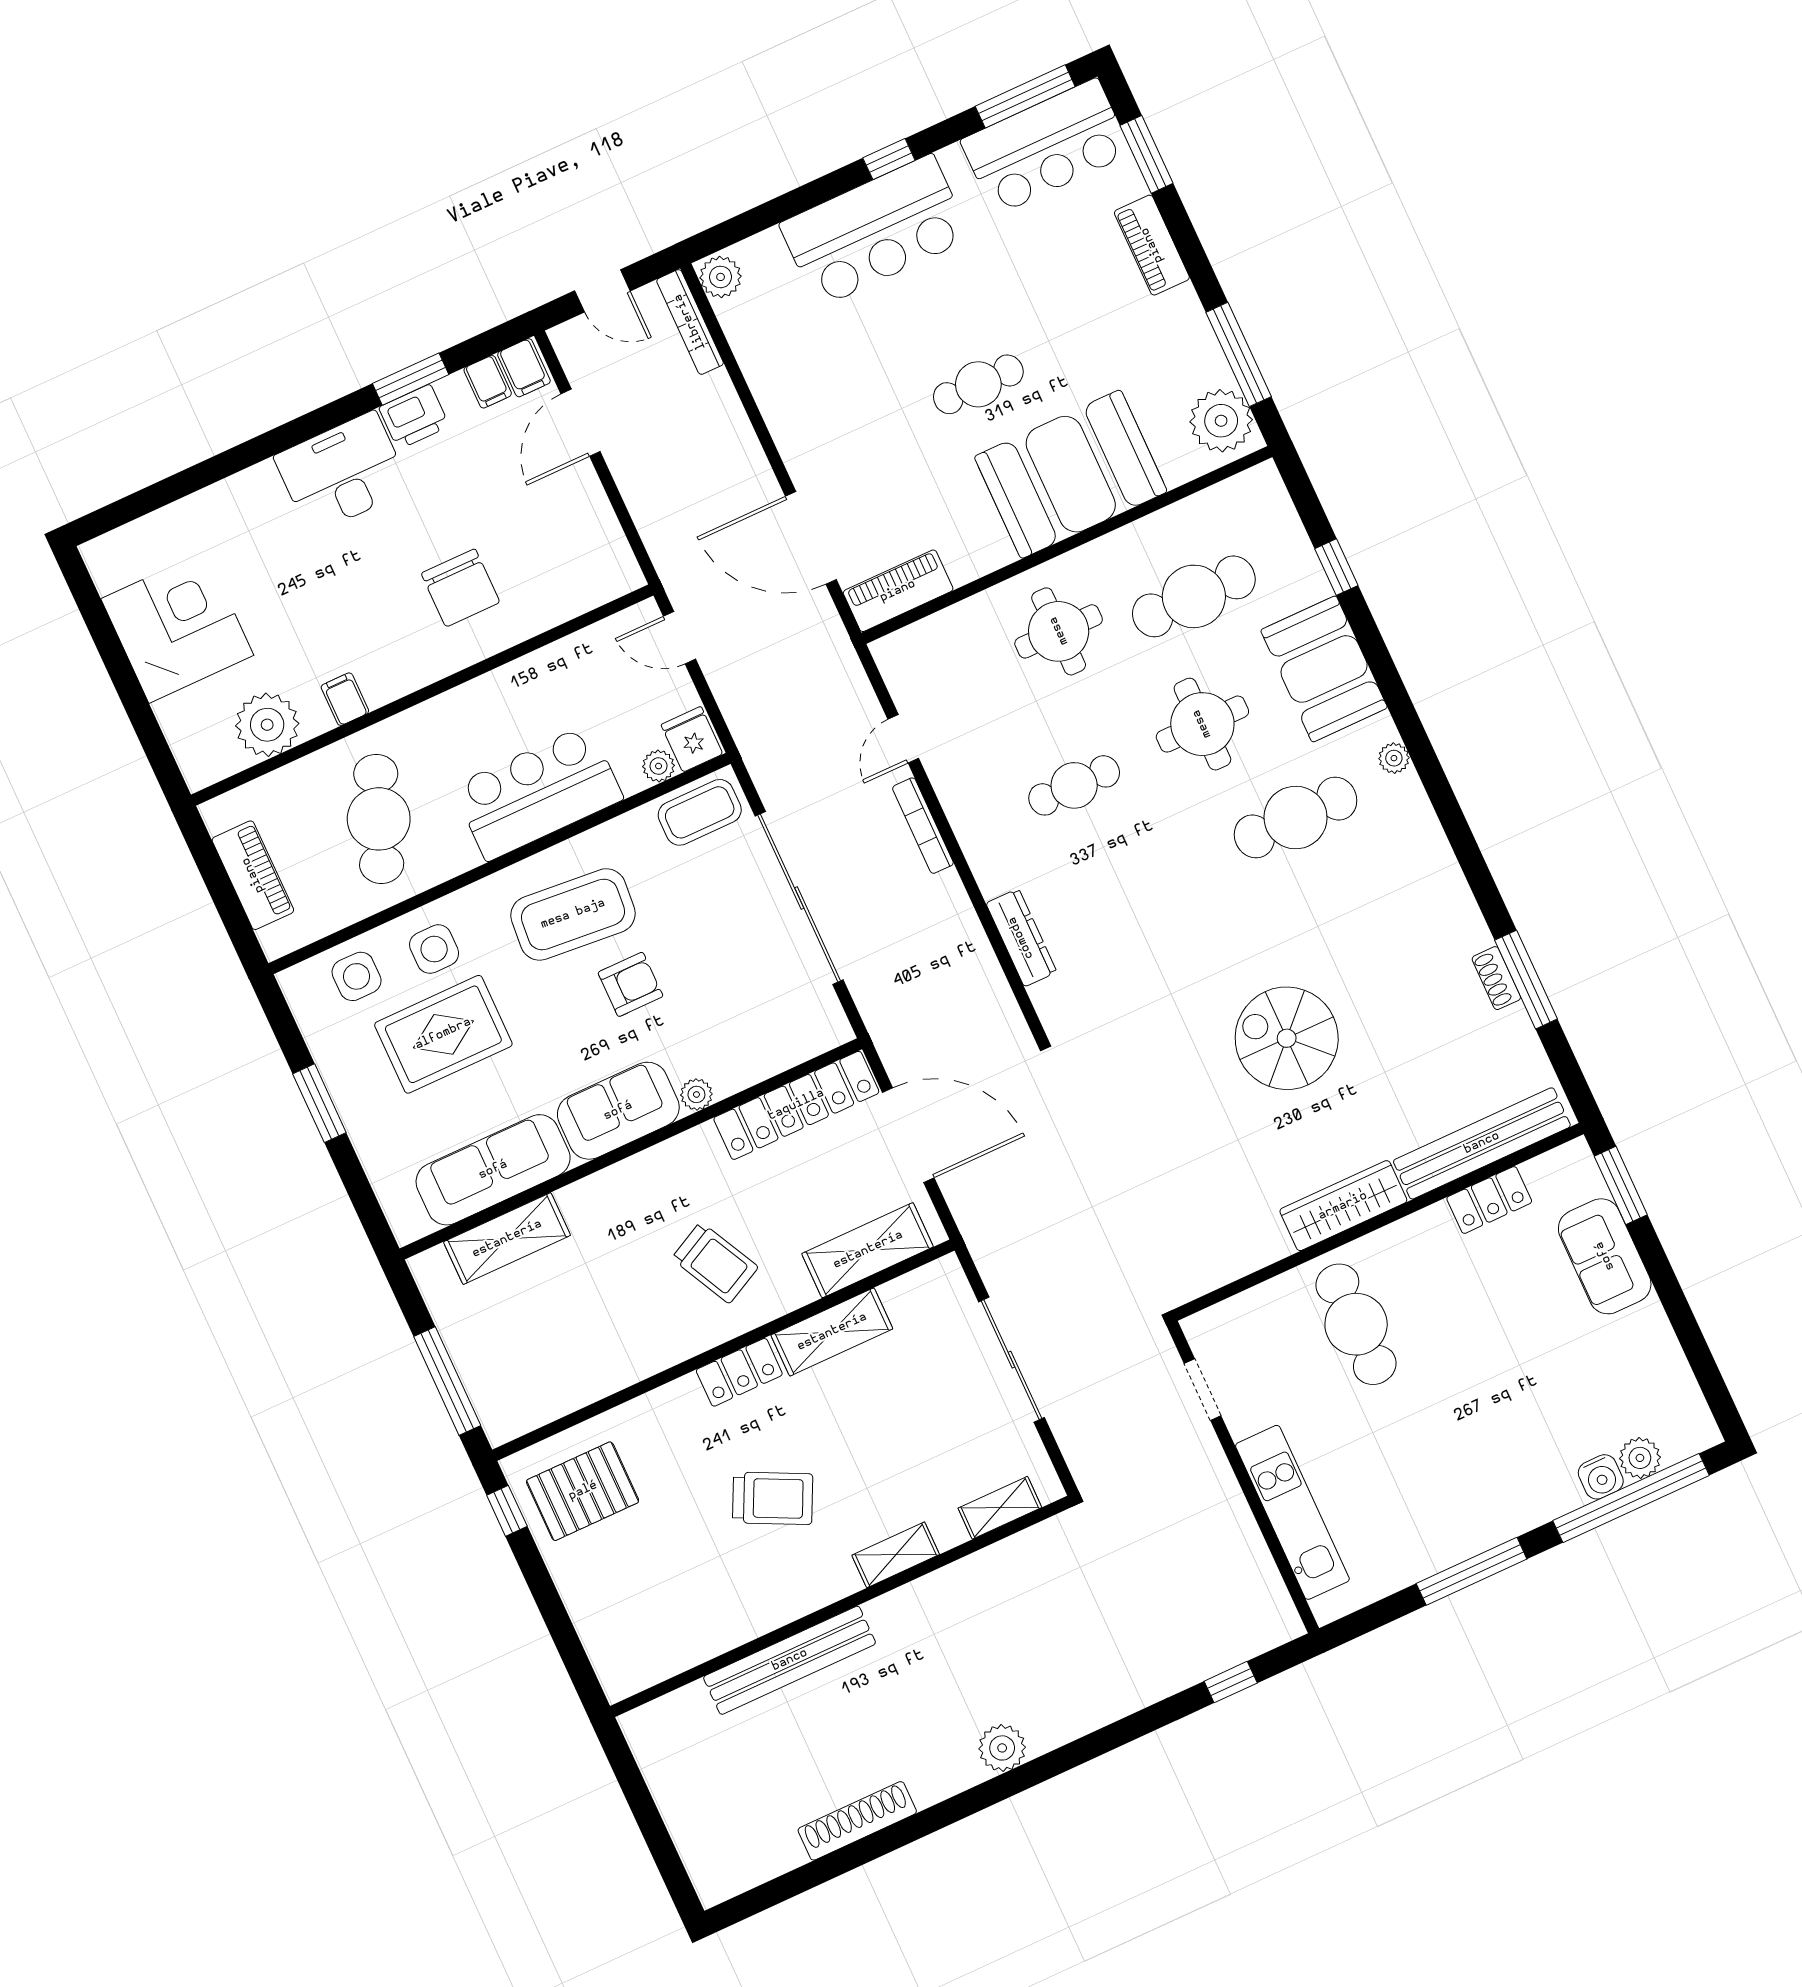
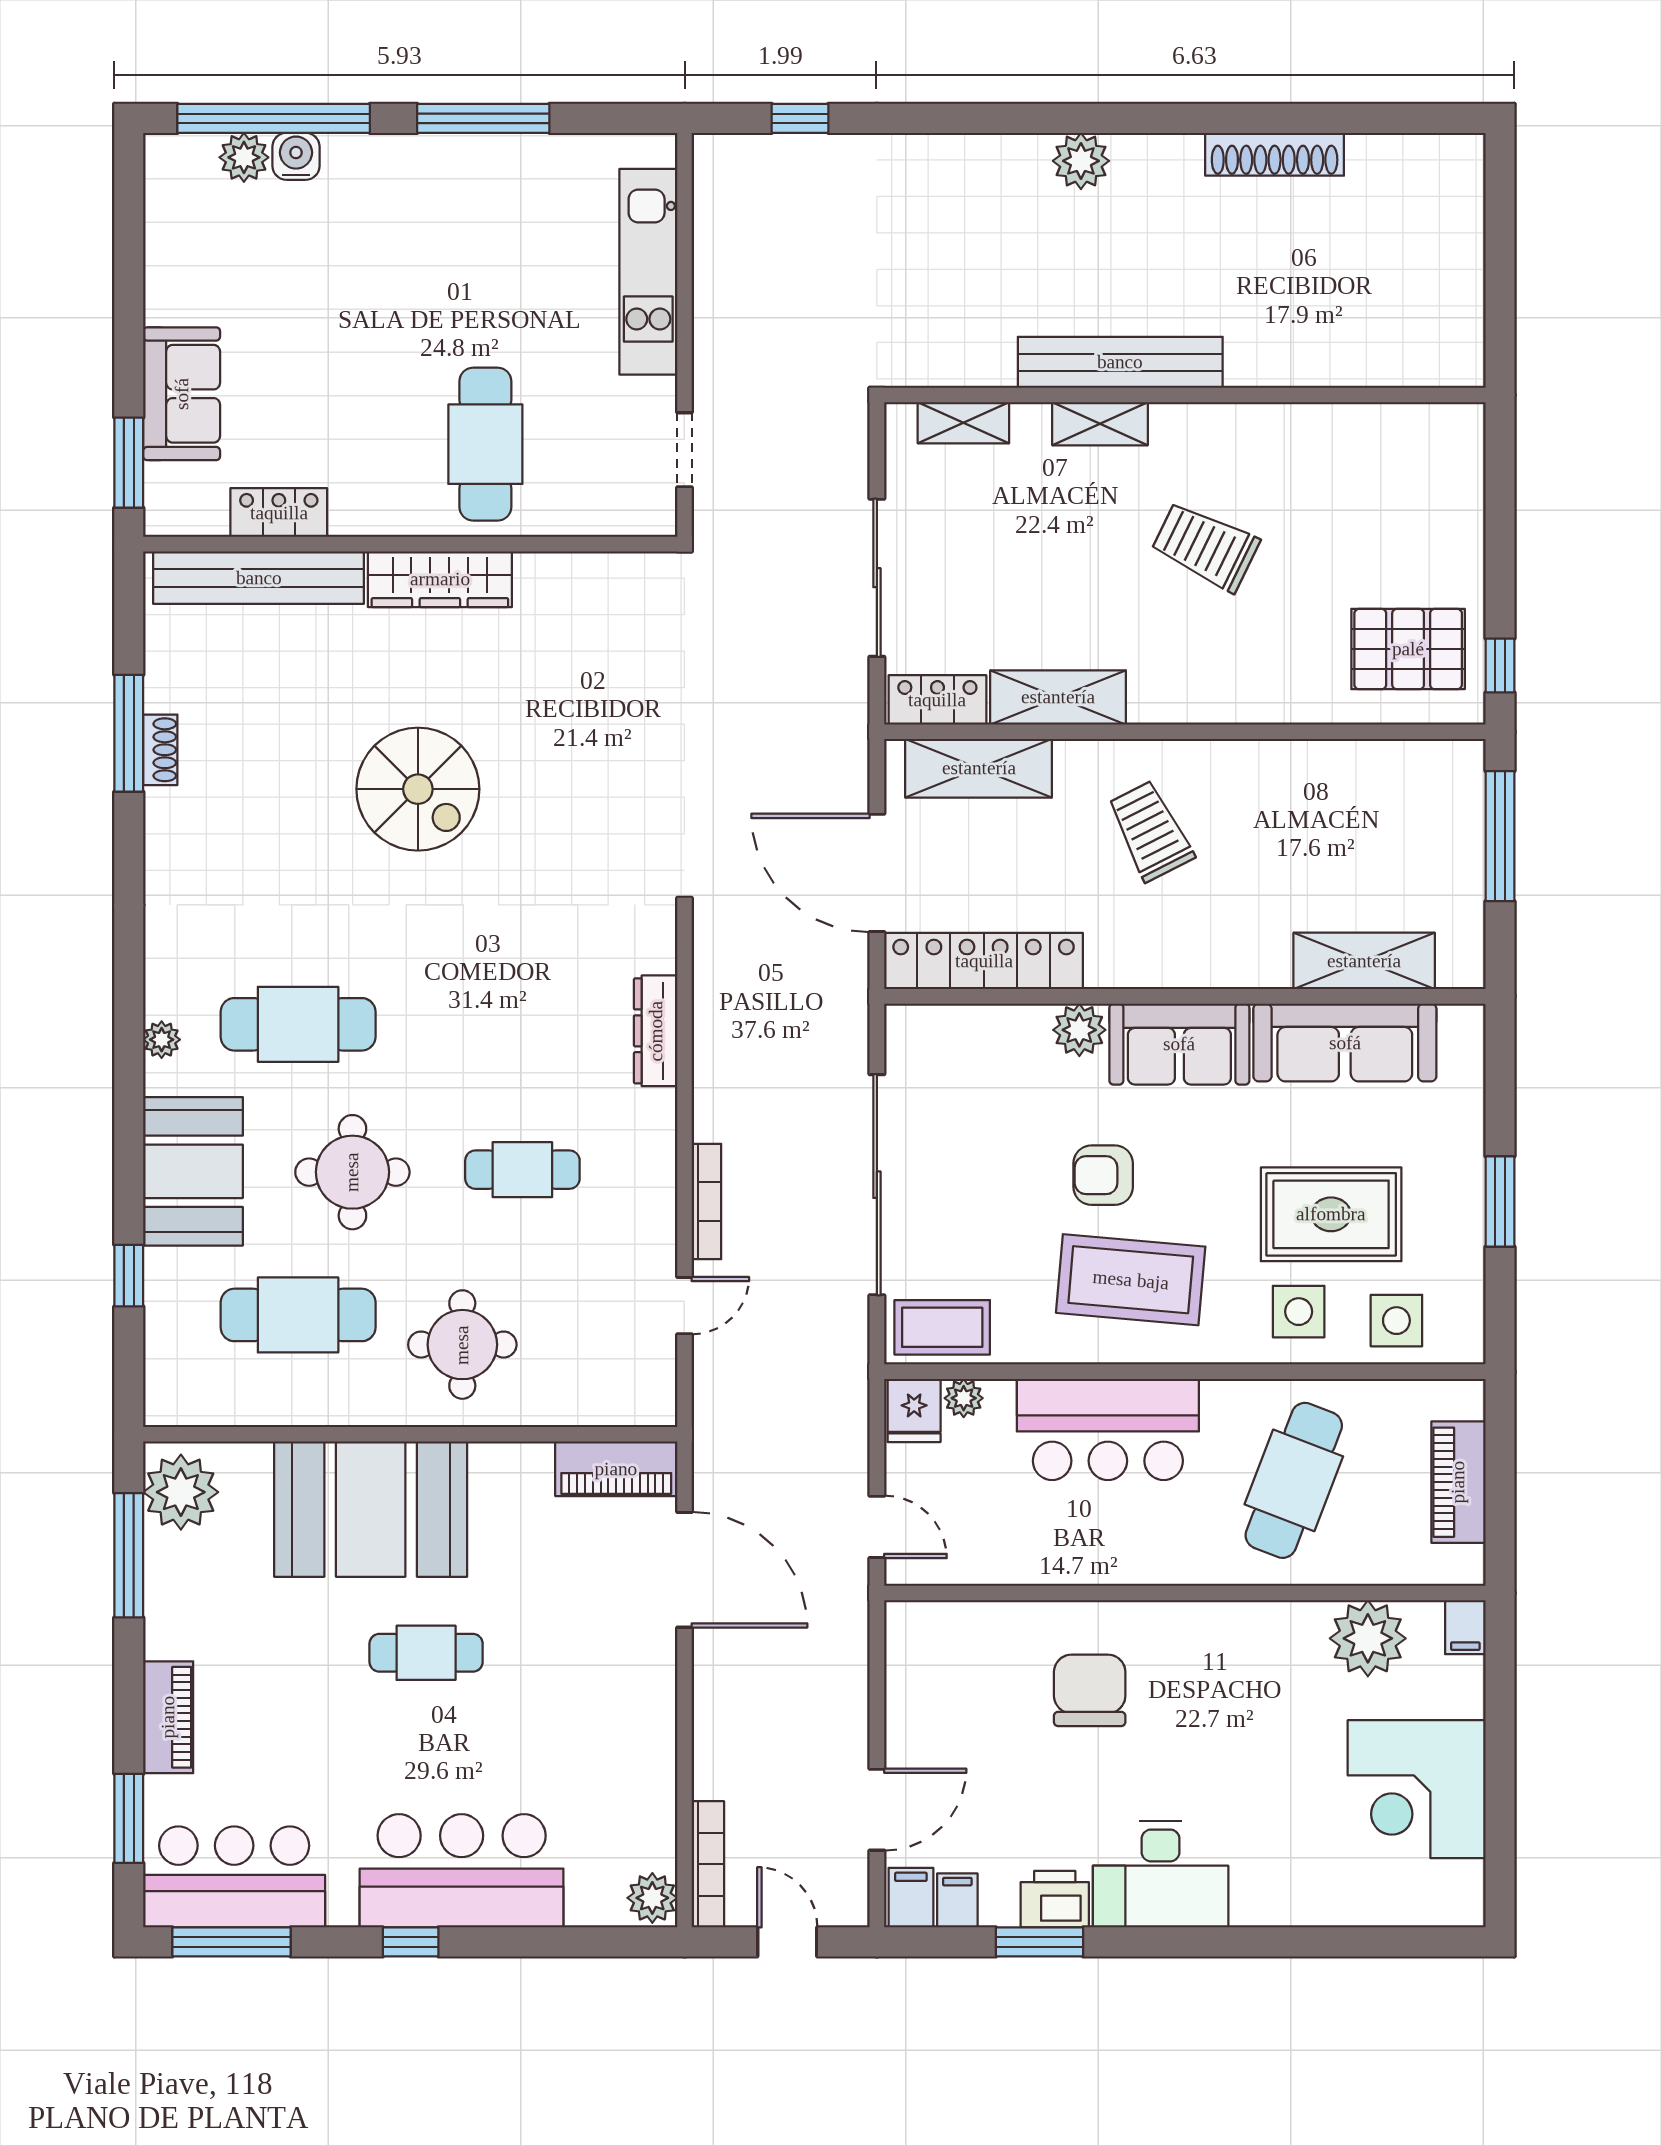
filing cabinet: (345, 699) -> (1465, 1627), moved
plant: (696, 1094) -> (1079, 1030), width x1.38, depth x1.38
locker: (739, 1372) -> (937, 700), moved
bench: (790, 1660) -> (1120, 362), moved

